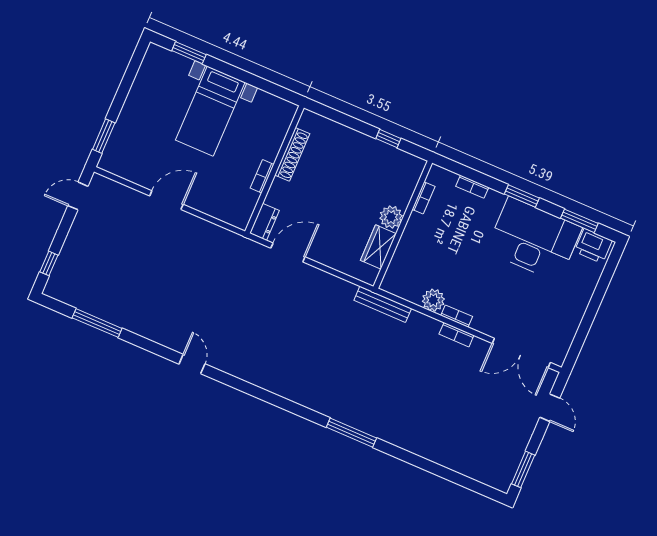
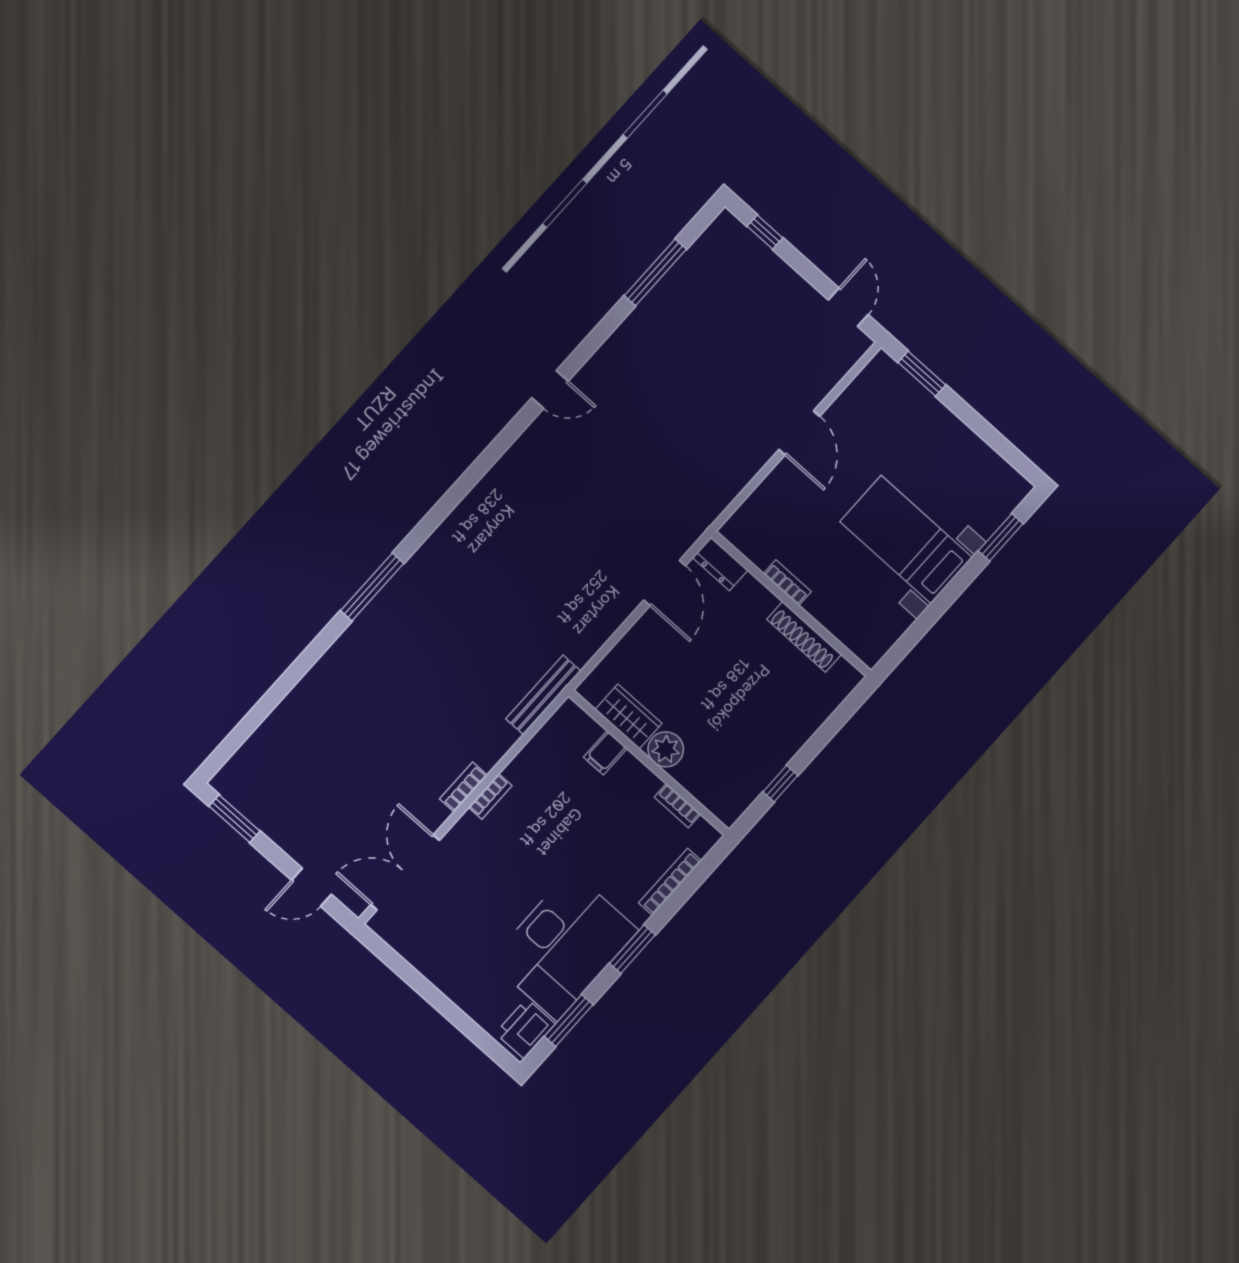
bookcase: (472, 187) -> (670, 882), width x1.56
filing cabinet: (406, 254) -> (605, 753), added
plant: (433, 300) -> (525, 770), removed

